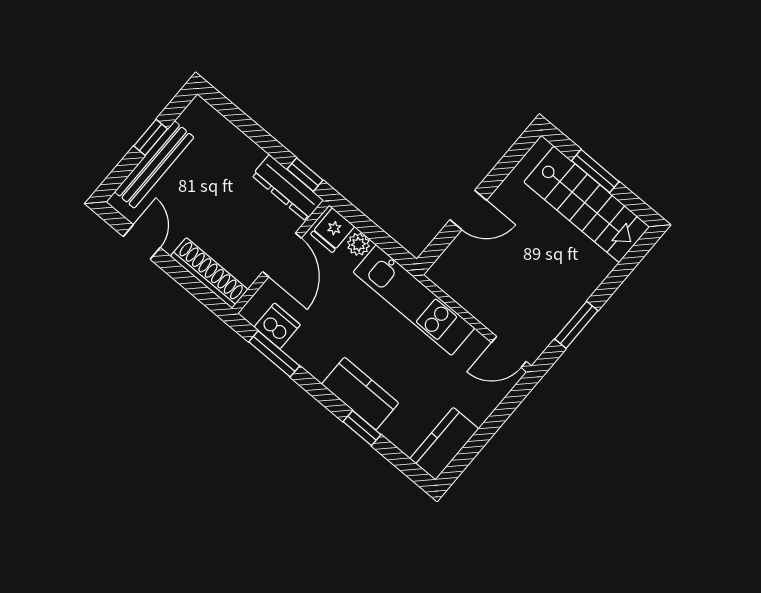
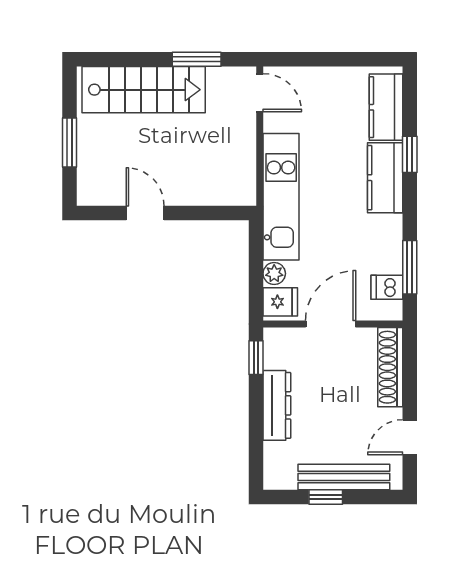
dresser: (288, 188) -> (277, 405), moved
stairs: (587, 204) -> (144, 90), moved, turned 90
door: (468, 210) -> (145, 213), moved
dishwasher: (277, 326) -> (387, 287), width x0.73
kitchen counter: (444, 444) -> (386, 107), moved, turned 90

